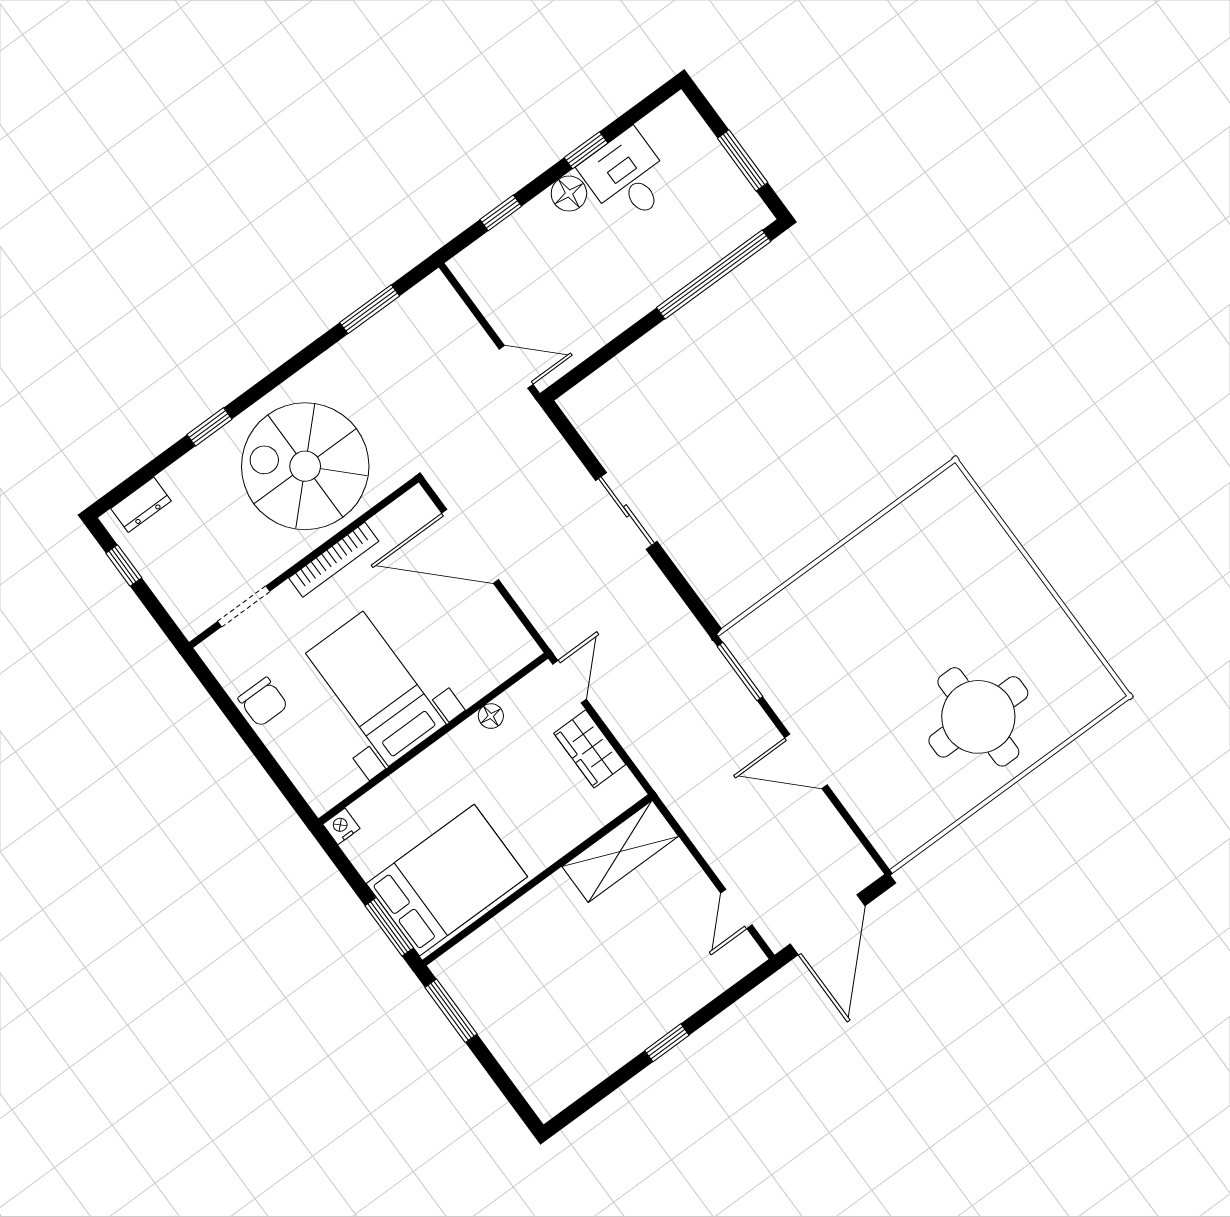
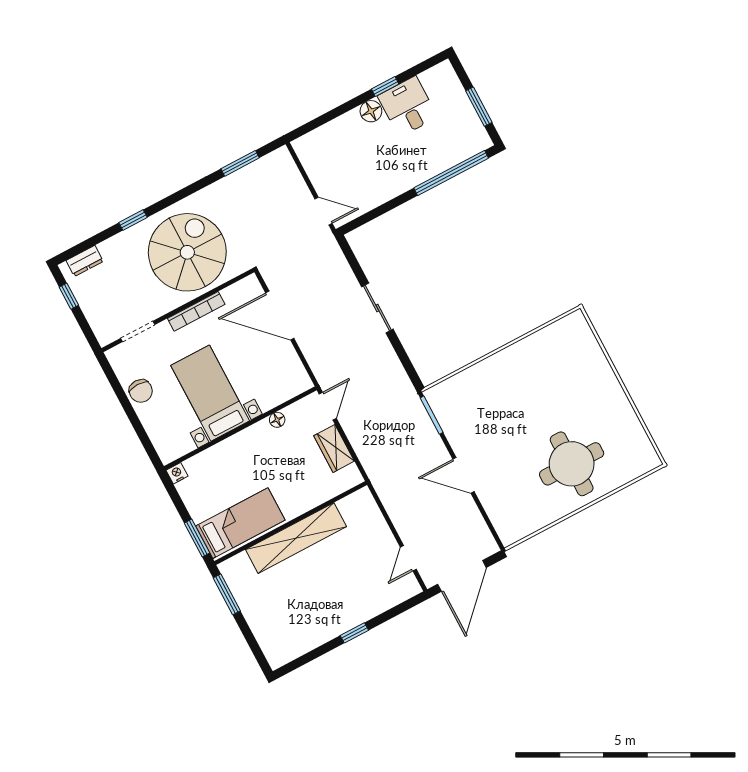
window: (501, 213) -> (328, 117), removed
spiral stairs: (305, 466) -> (187, 252), turned 90
shelving: (620, 851) -> (296, 538), moved, width x1.47
bed: (447, 880) -> (240, 523), width x0.67

